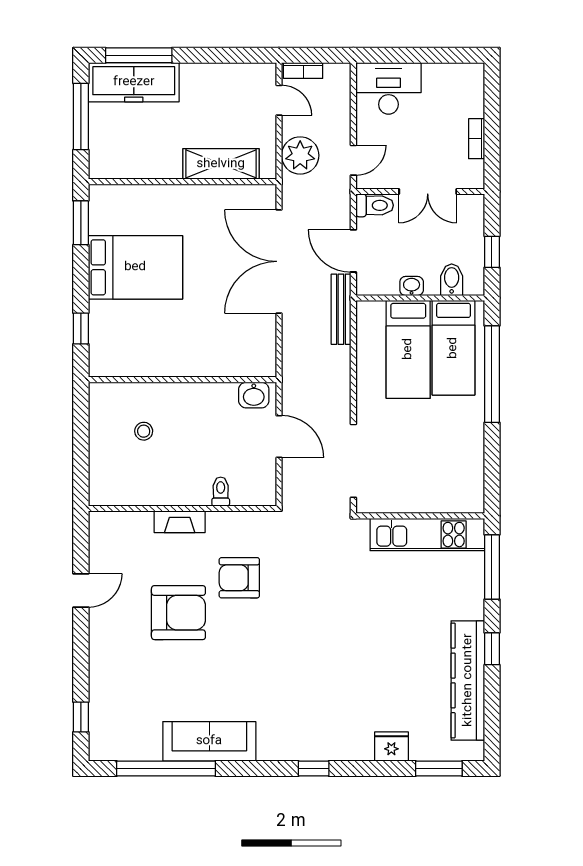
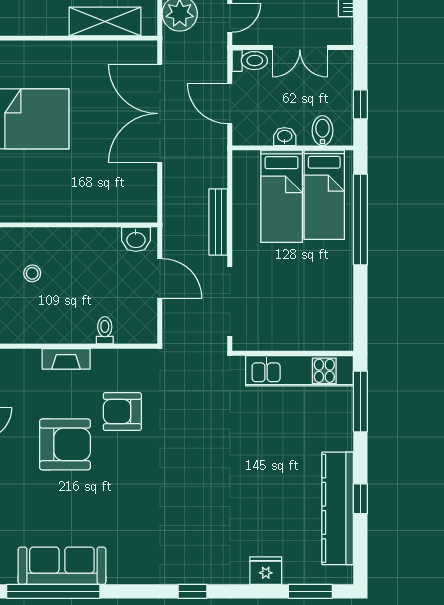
bench: (341, 309) -> (218, 222), moved
window: (492, 649) -> (360, 499), moved
sofa: (209, 741) -> (62, 566), moved

